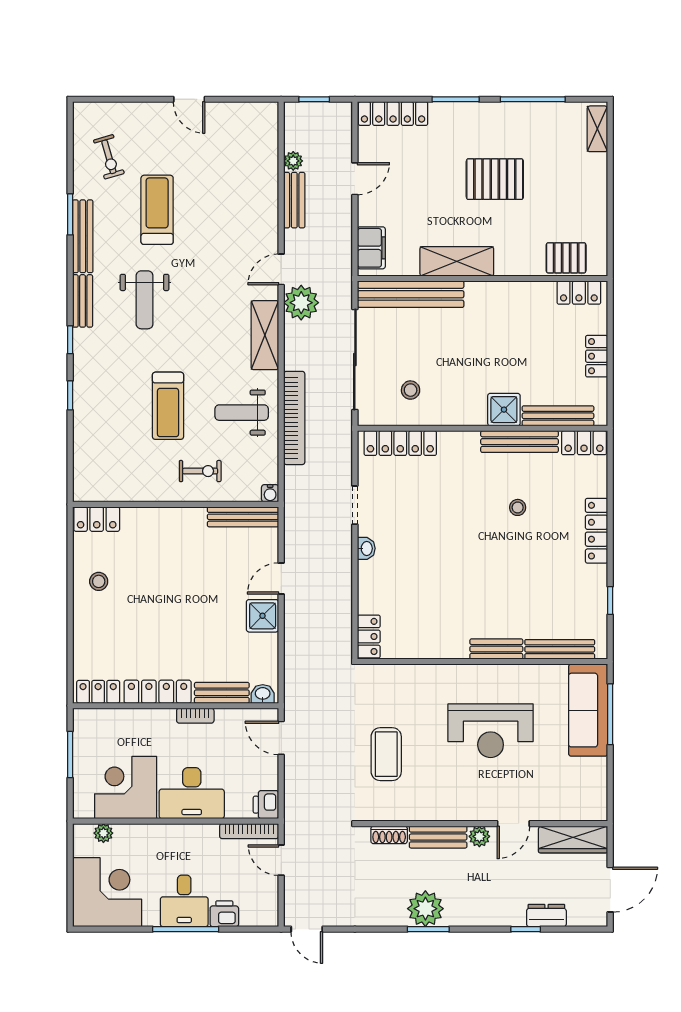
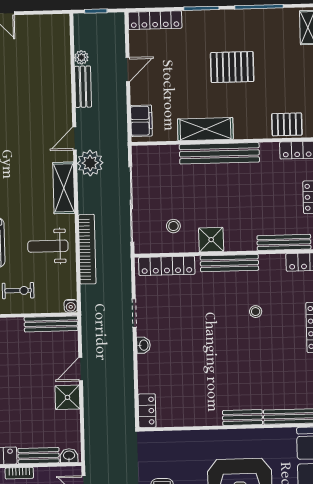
bench: (411, 294) -> (219, 153), moved
shower: (504, 410) -> (211, 240), moved
bench: (520, 442) -> (229, 263), moved

